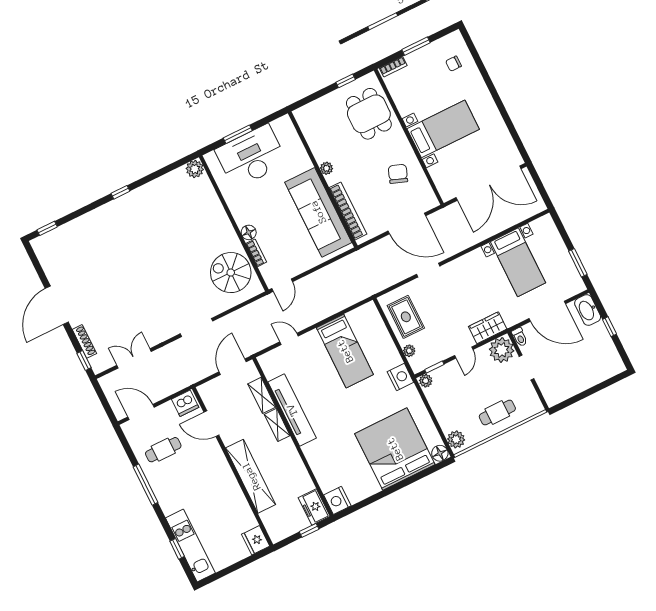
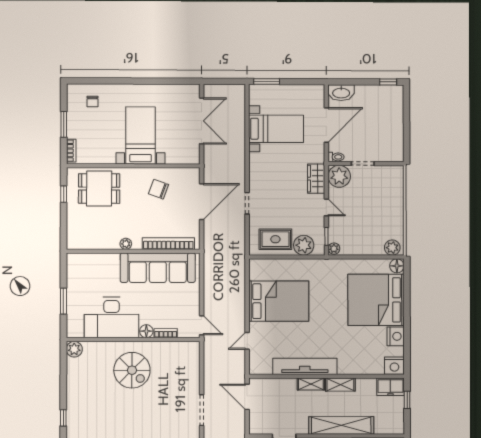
desk: (251, 157) -> (111, 317), moved, turned -90
double door: (489, 183) -> (202, 121), width x0.73
window: (578, 263) -> (267, 81), moved
spiral stairs: (231, 273) -> (132, 370), moved, turned -90
window: (609, 327) -> (388, 82), moved
bed: (345, 351) -> (279, 301), width x1.50
plant: (409, 351) -> (304, 245), width x1.88, depth x1.88
nightstand: (400, 377) -> (396, 336), moved, turned 90
shelving: (262, 395) -> (340, 385), moved
cafe table: (497, 413) -> (387, 204), removed

